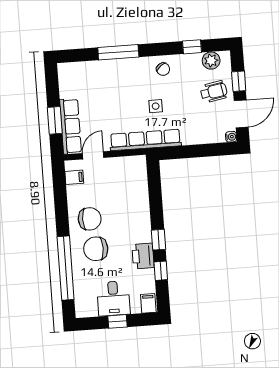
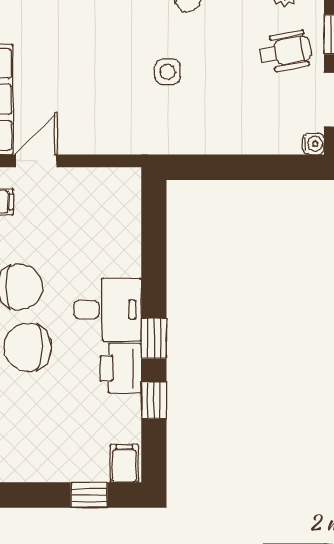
row of seats: (145, 140) -> (143, 138), removed
desk: (113, 298) -> (107, 310), moved, turned -90
window: (117, 321) -> (89, 495), moved

